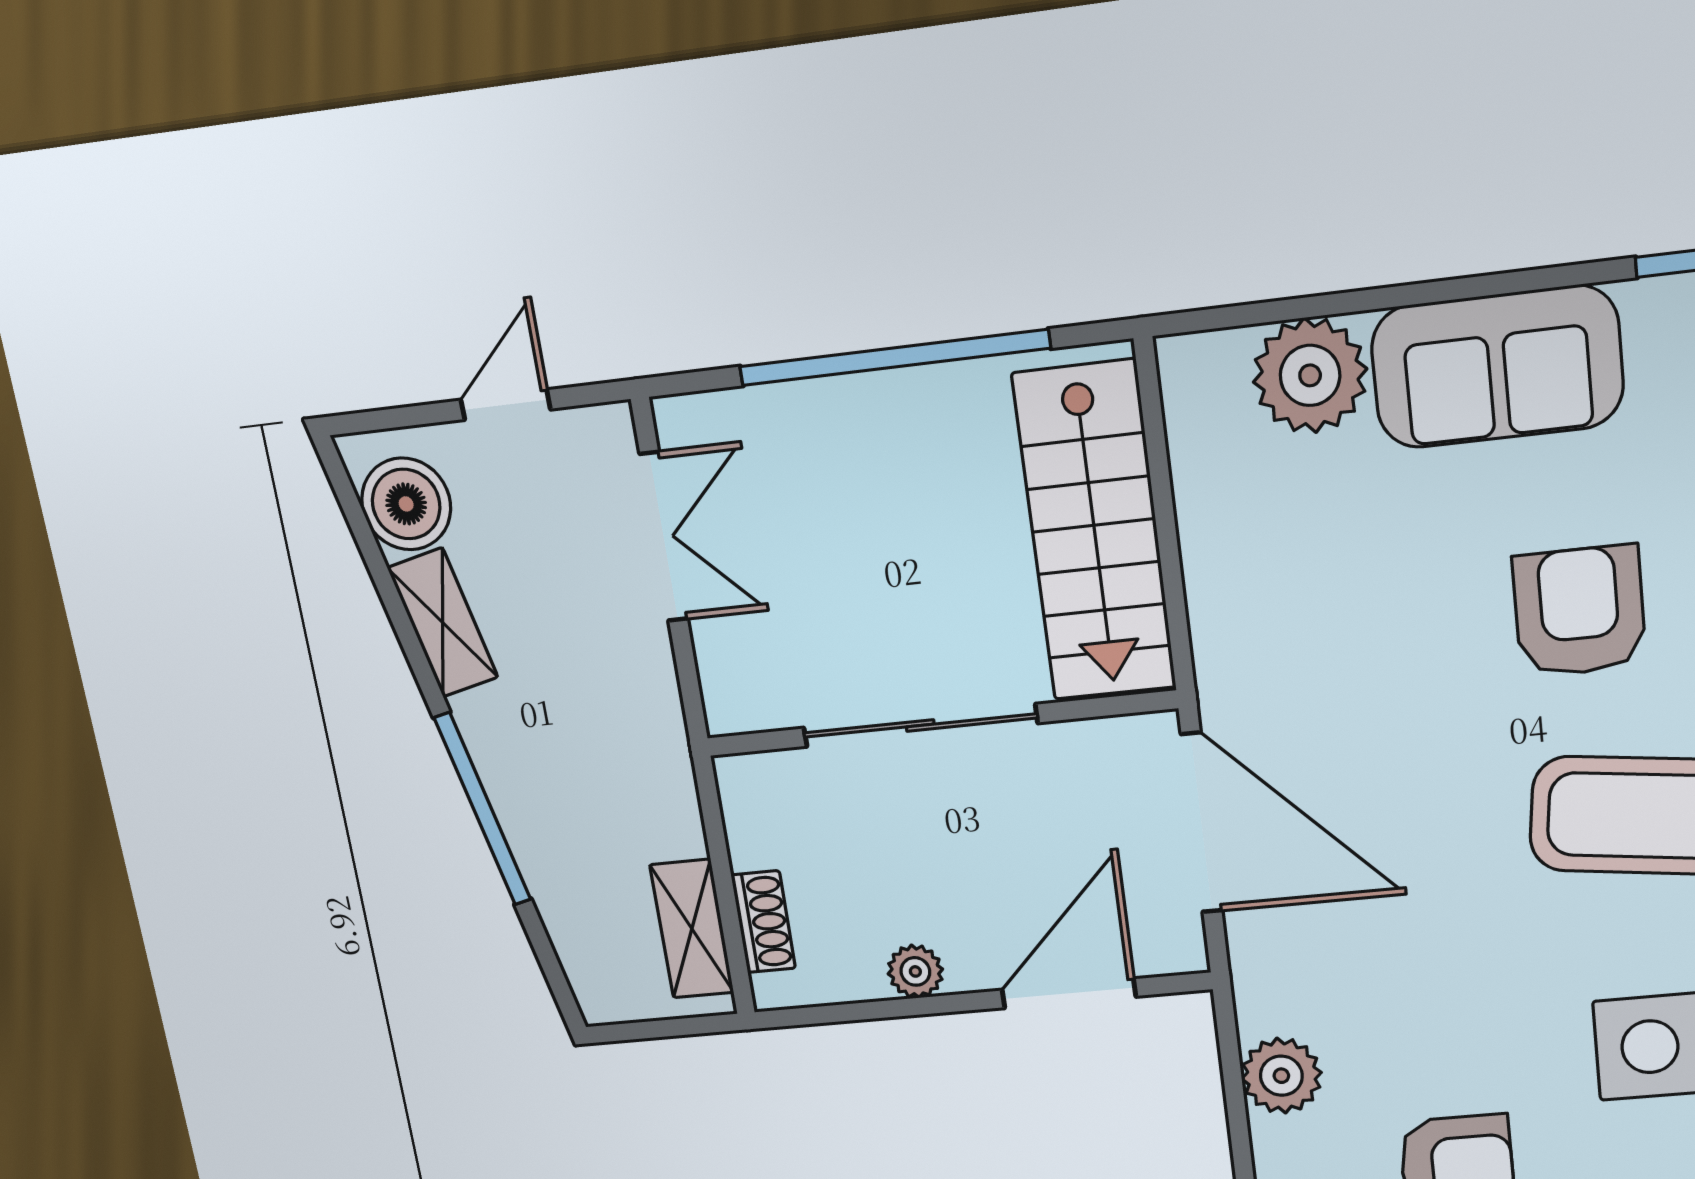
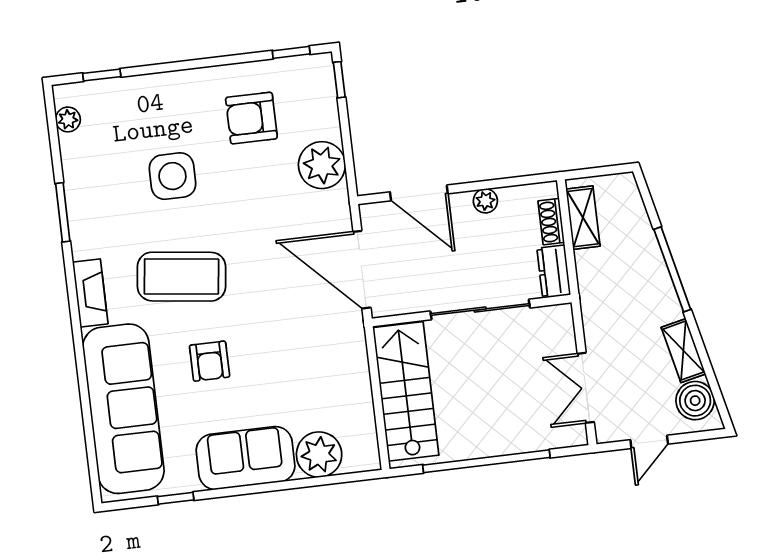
armchair: (1579, 611) -> (210, 361), width x0.72, depth x0.72
dresser: (752, 810) -> (554, 272), added
door: (1069, 993) -> (419, 193), hinge flipped
plant: (1281, 1076) -> (322, 165), width x1.36, depth x1.36

